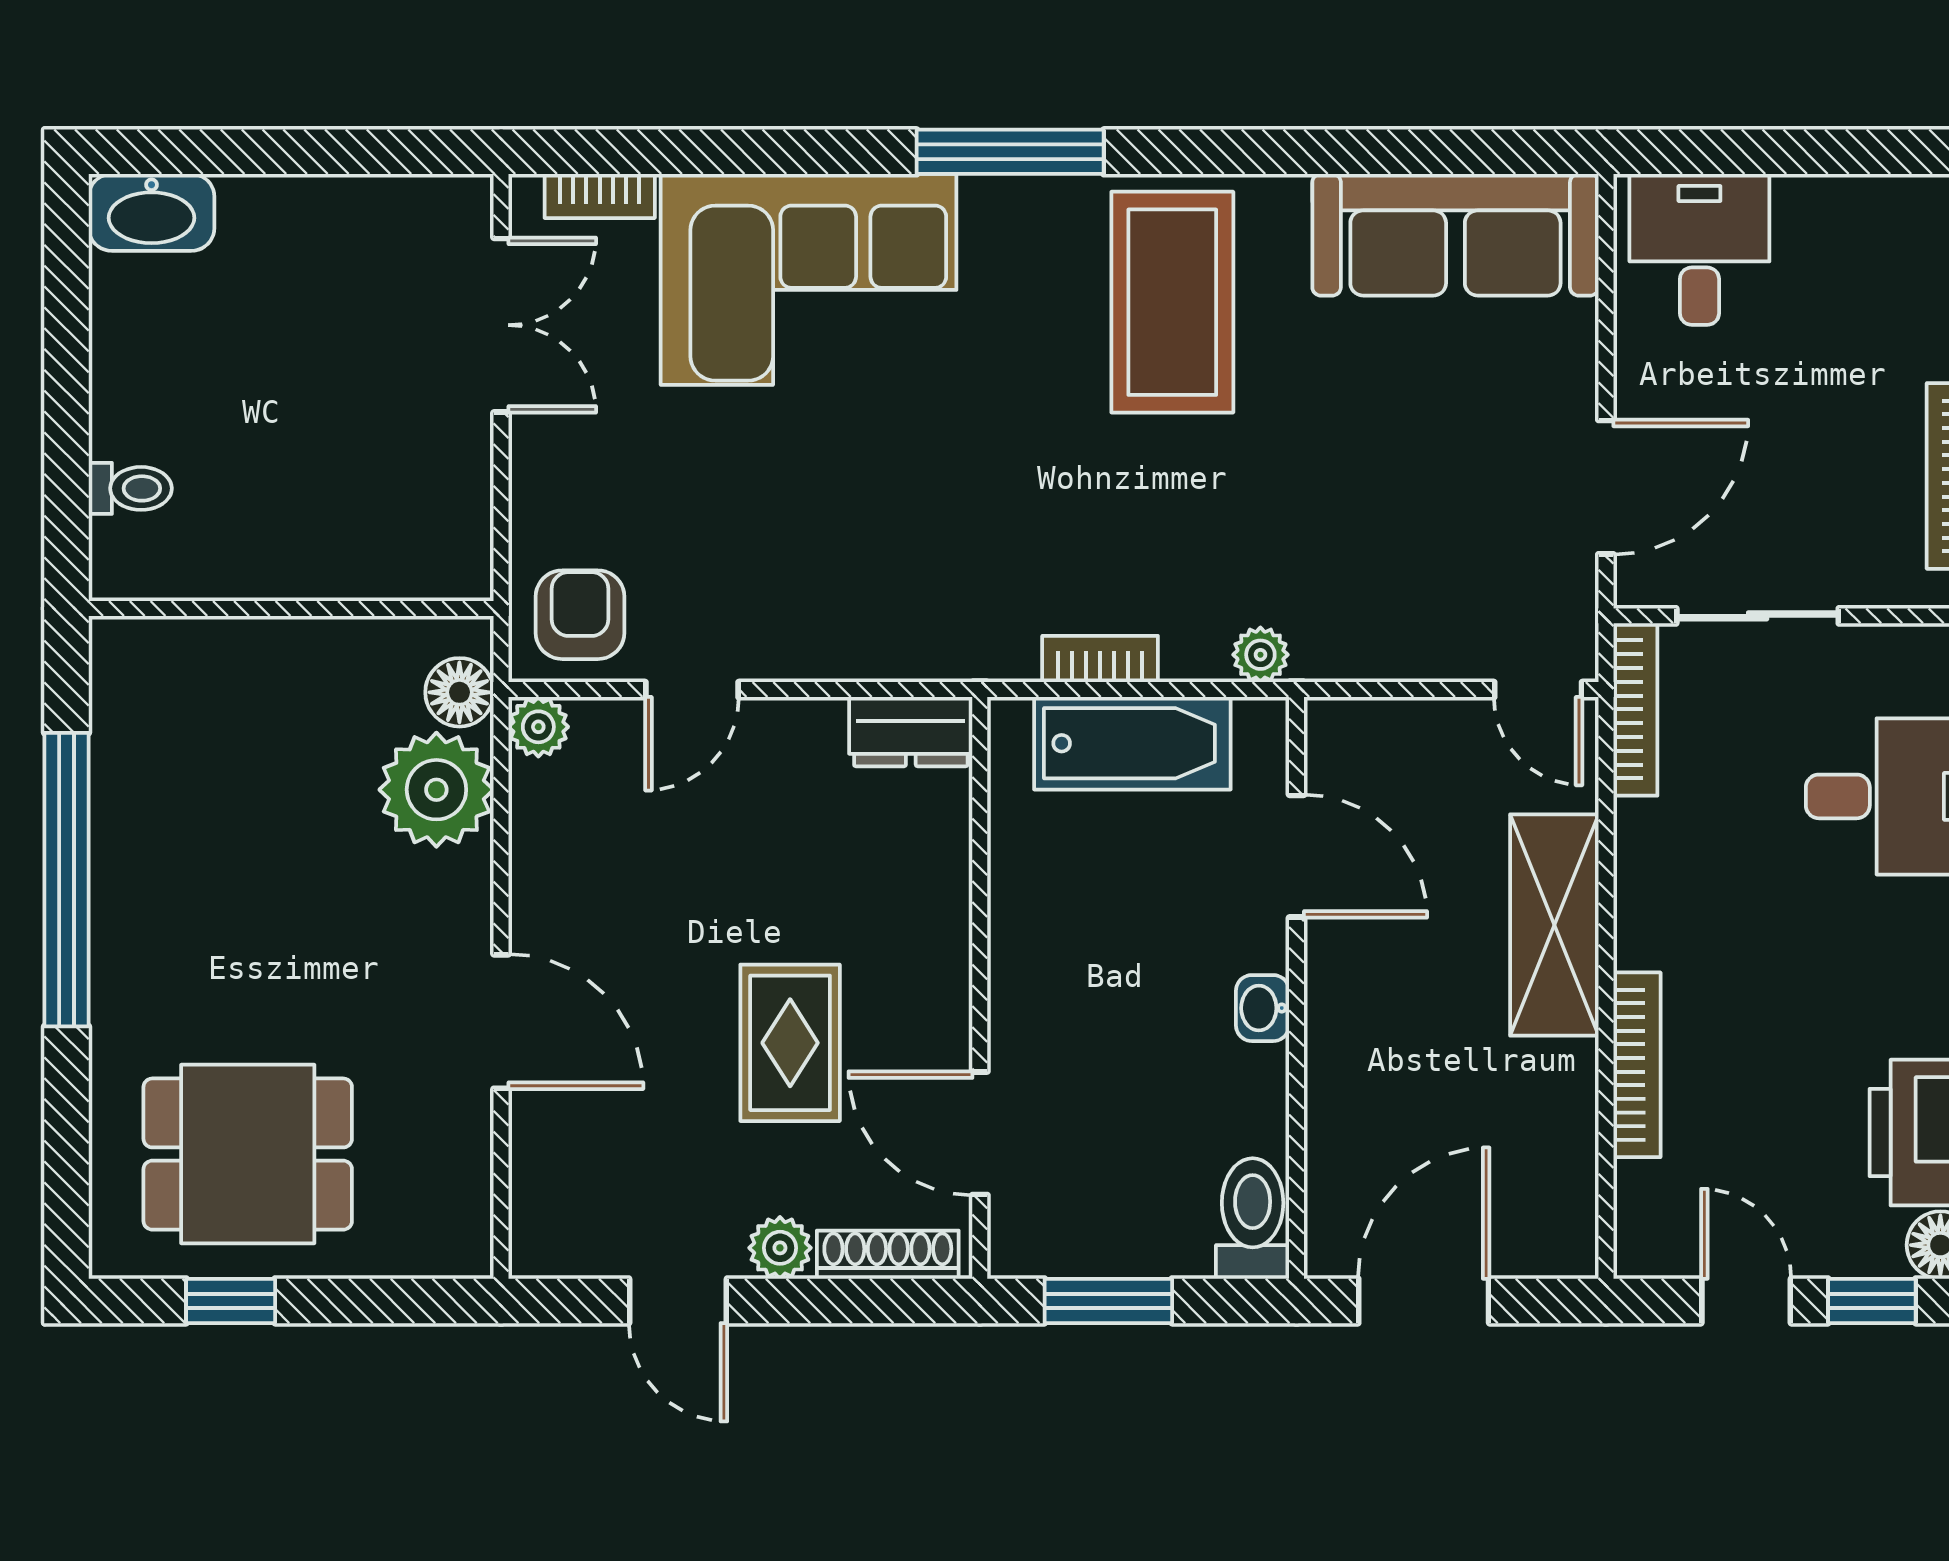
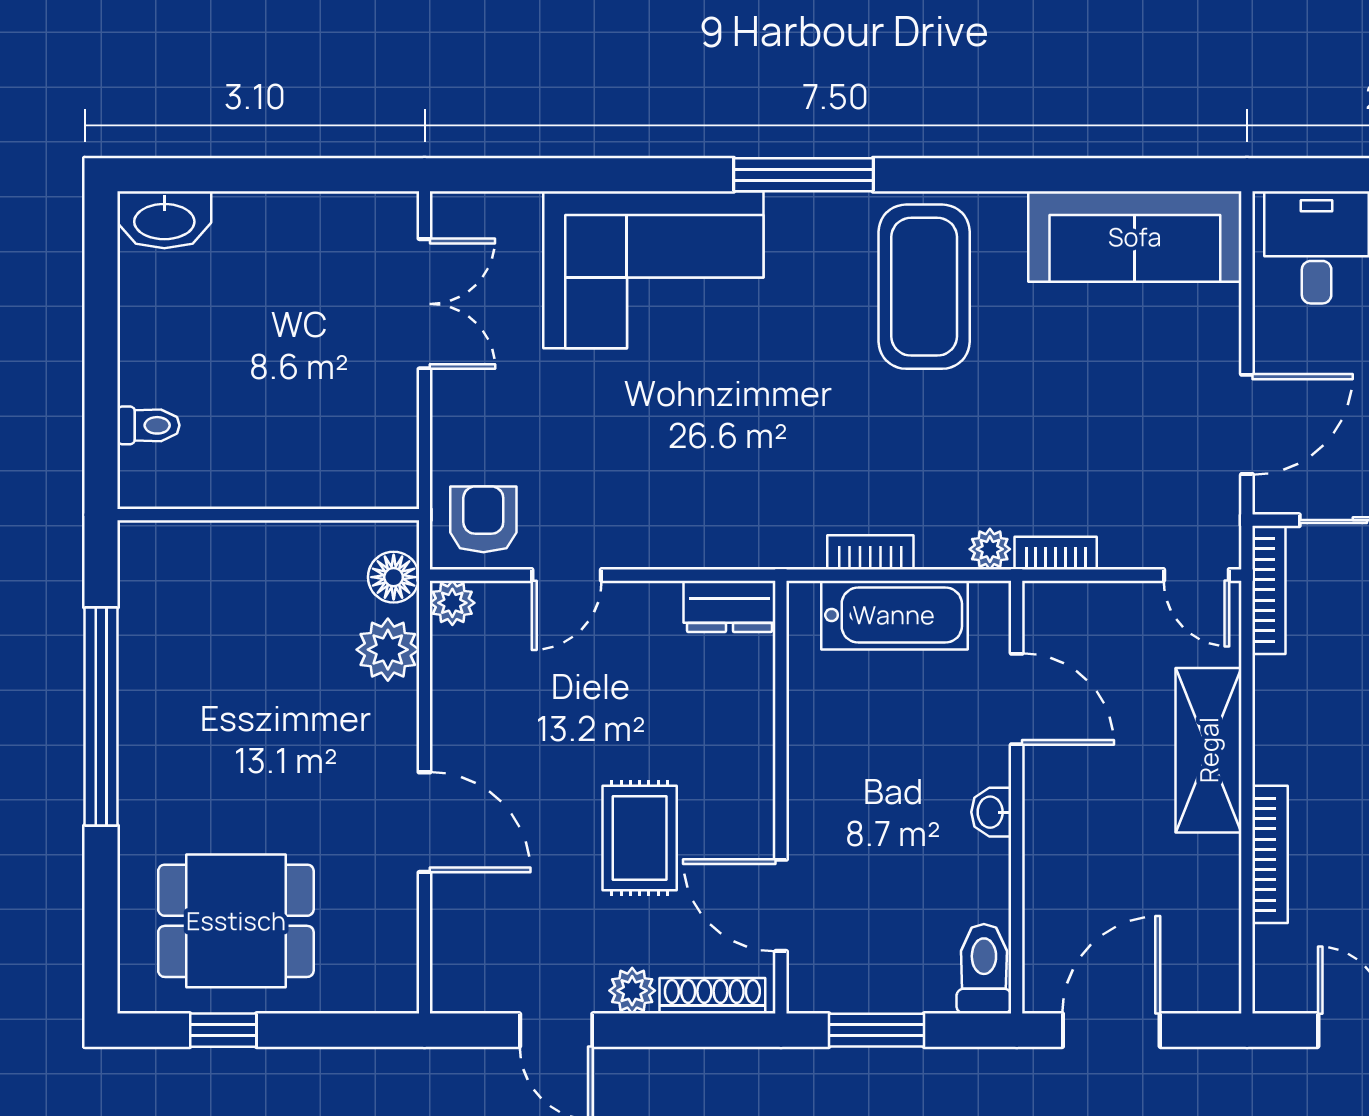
bookcase: (600, 196) -> (1056, 553), moved, turned 180
plant: (436, 790) -> (388, 650), width x0.73, depth x0.73

